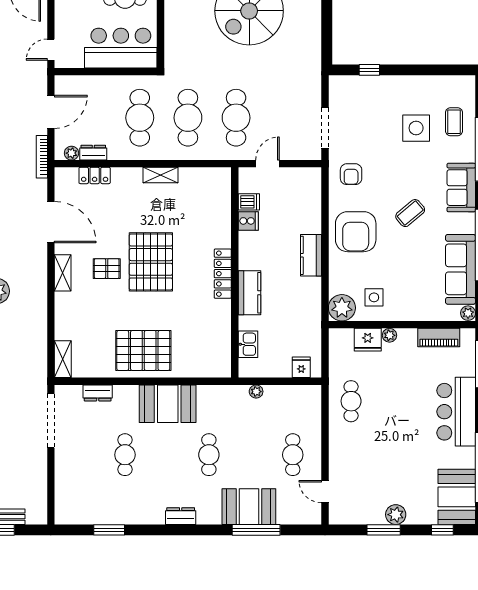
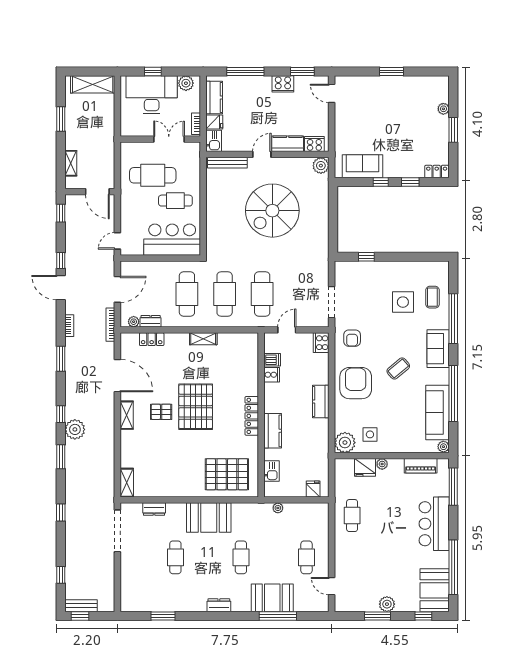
cooker: (312, 180) -> (321, 343), added
armchair: (356, 232) -> (356, 383), turned 180
pallet: (143, 350) -> (227, 474), moved

